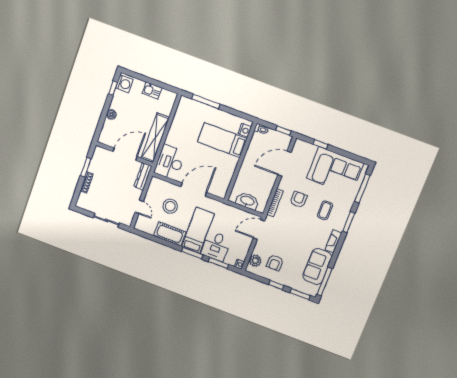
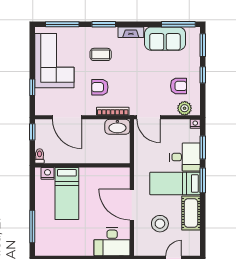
washbasin: (247, 201) -> (117, 127), moved, turned -90

